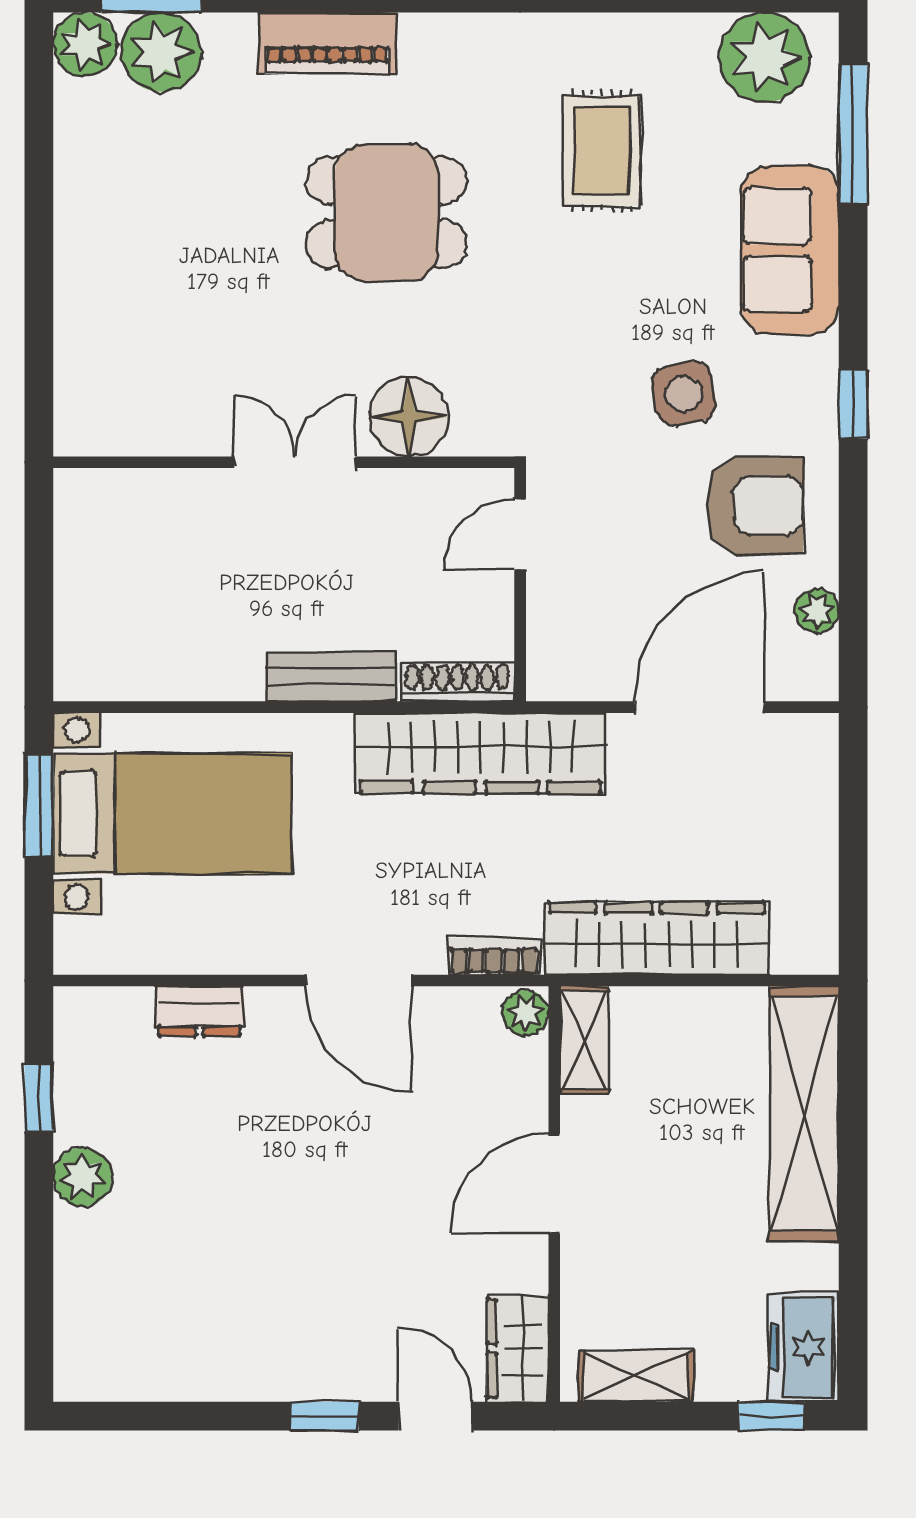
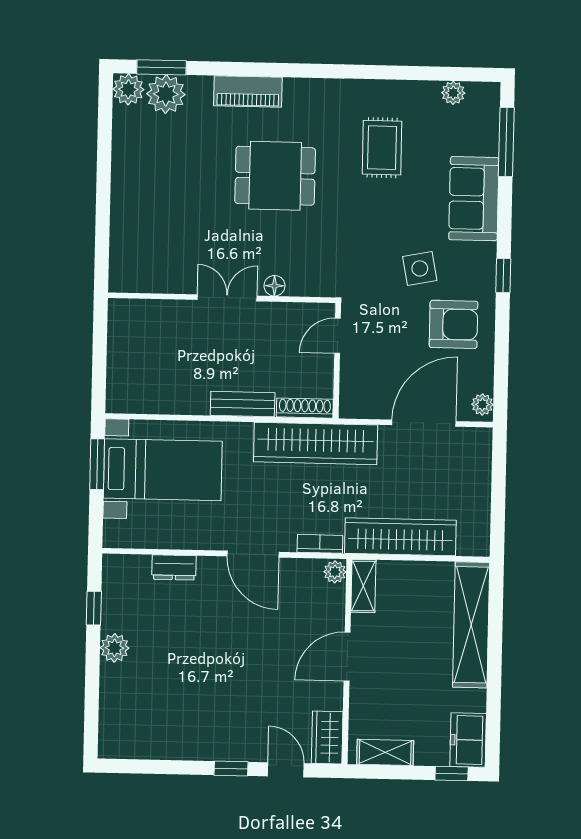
plant: (764, 57) -> (453, 93), width x0.53, depth x0.53
floor lamp: (409, 417) -> (274, 286), width x0.53, depth x0.53
plant: (817, 611) -> (482, 404), moved

